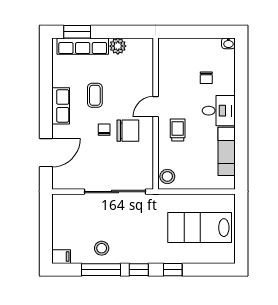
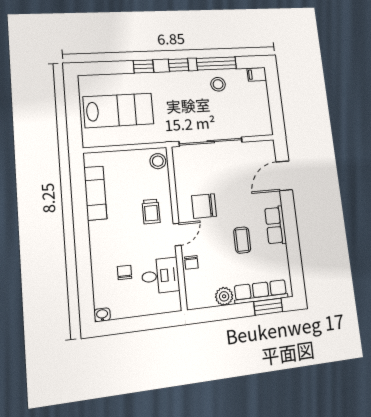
desk: (219, 111) -> (160, 276), moved, turned 180
chair: (104, 130) -> (191, 262), moved

